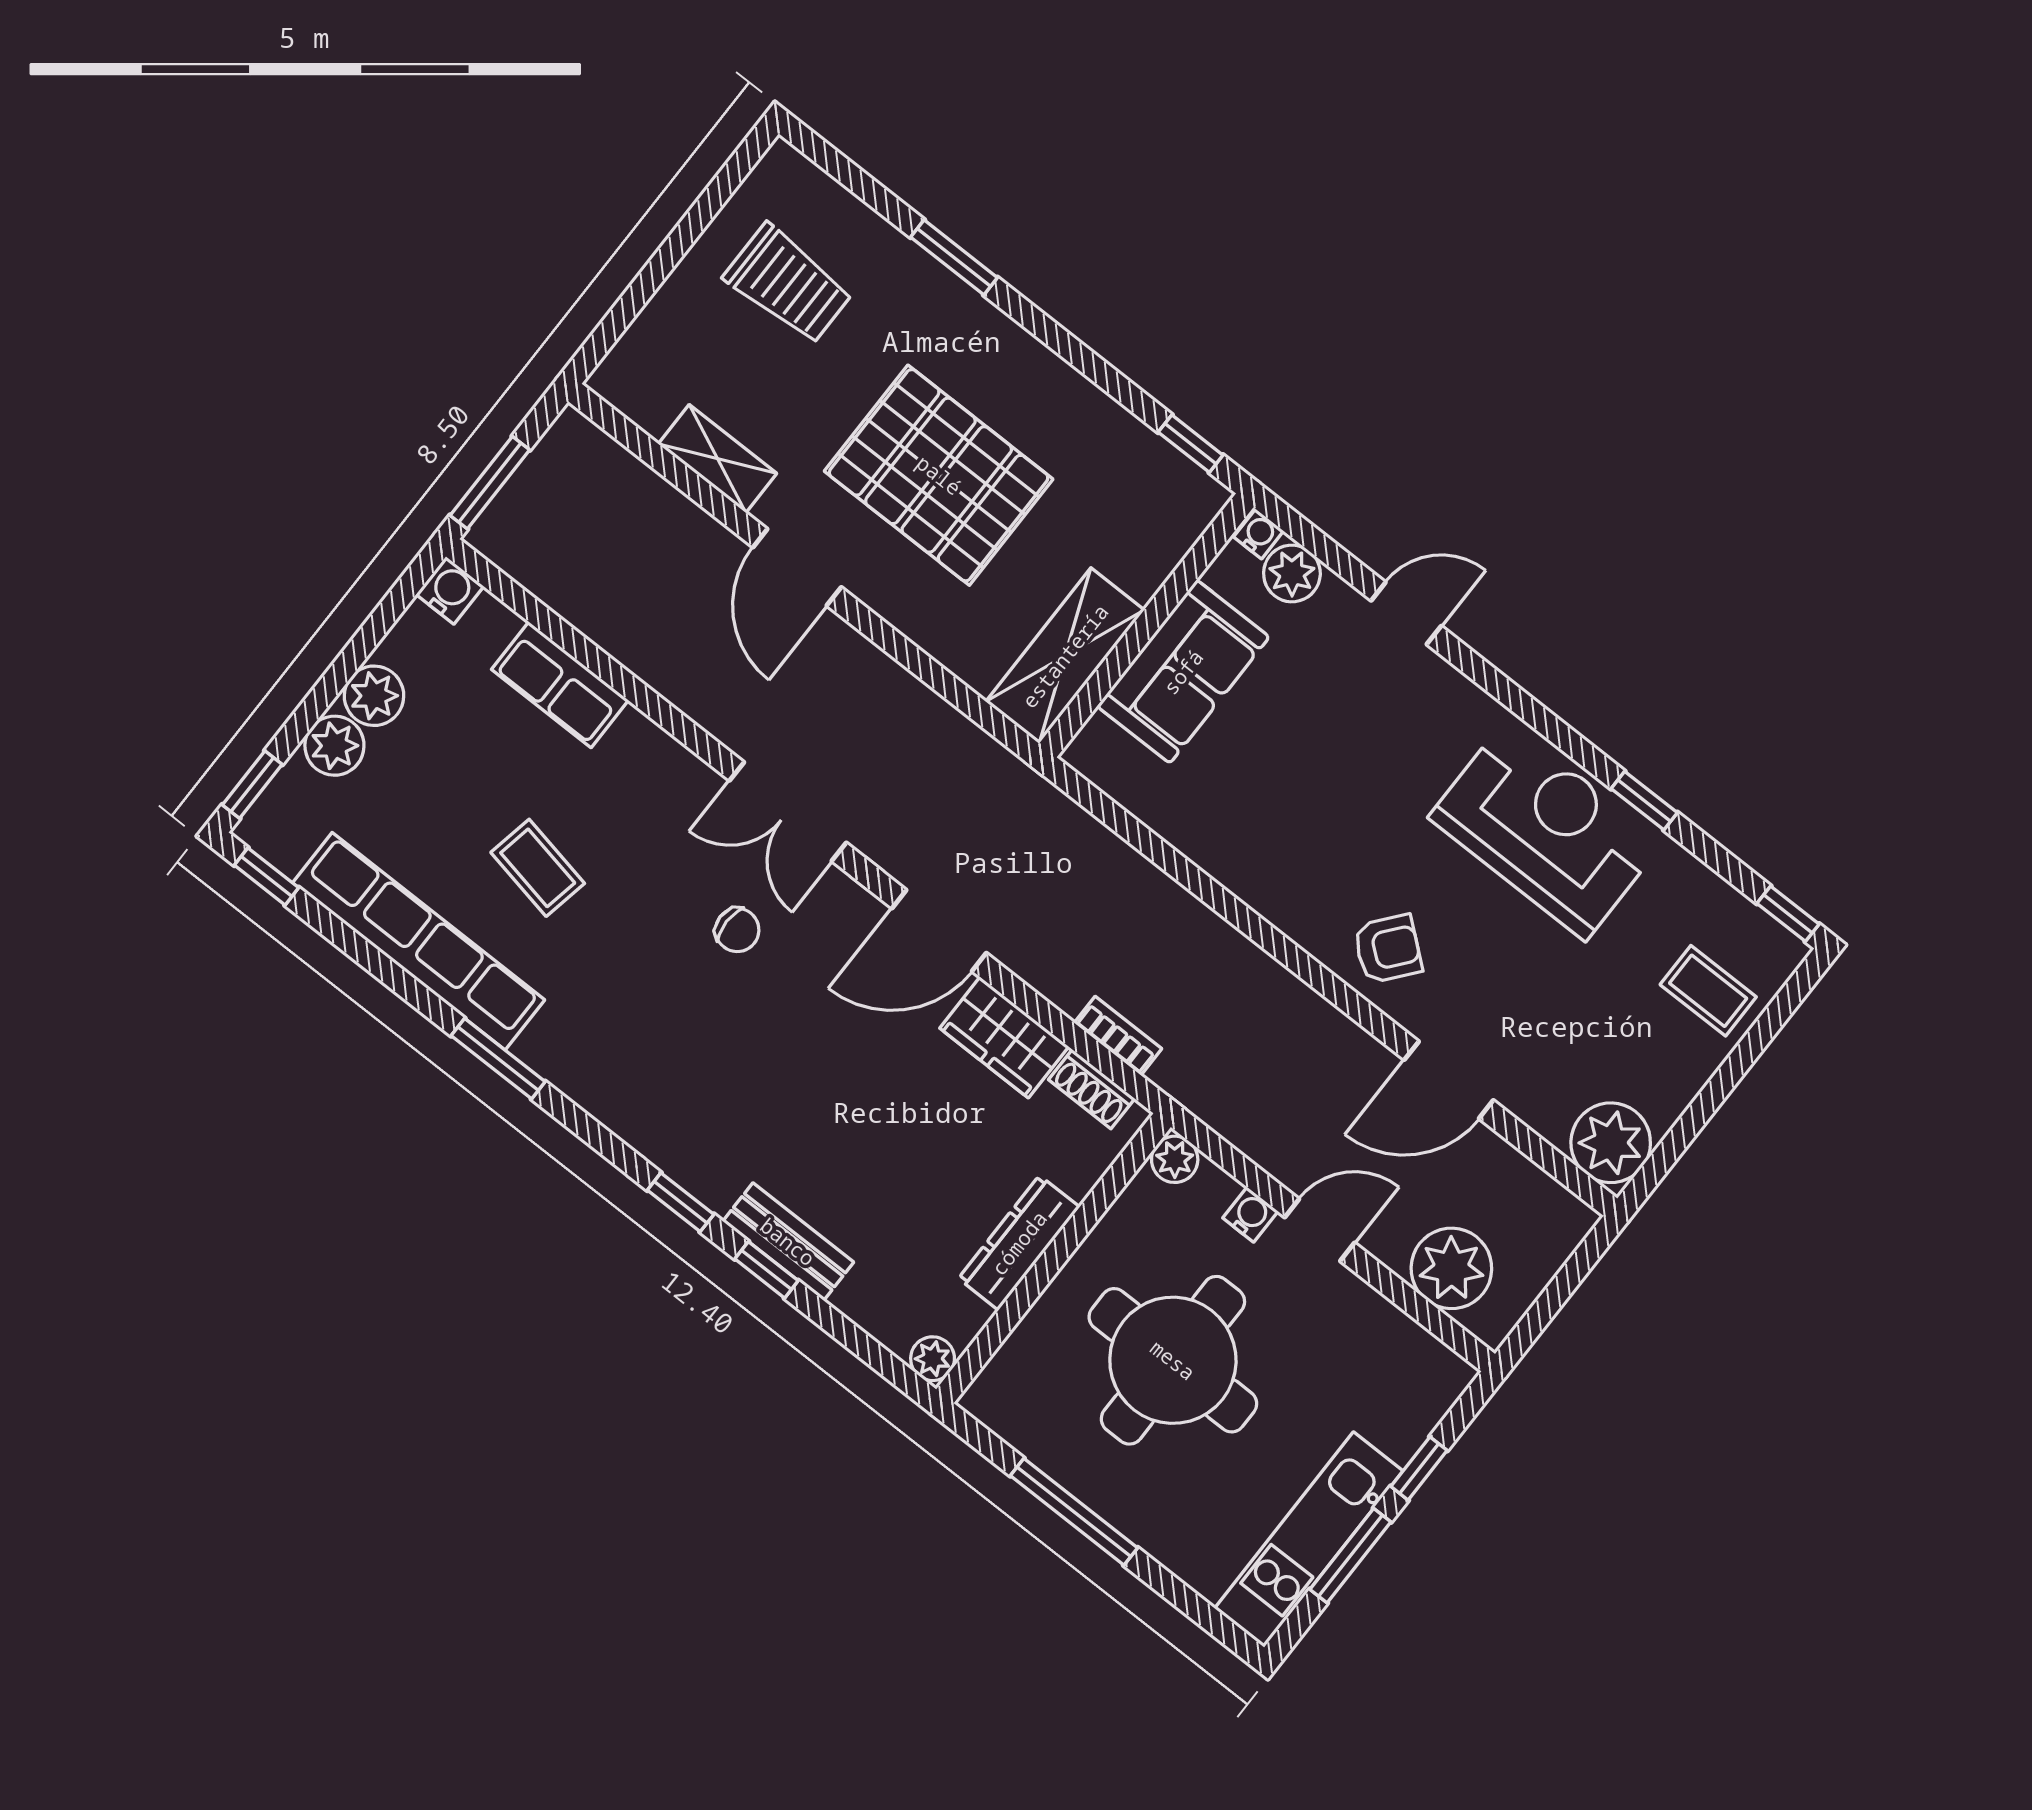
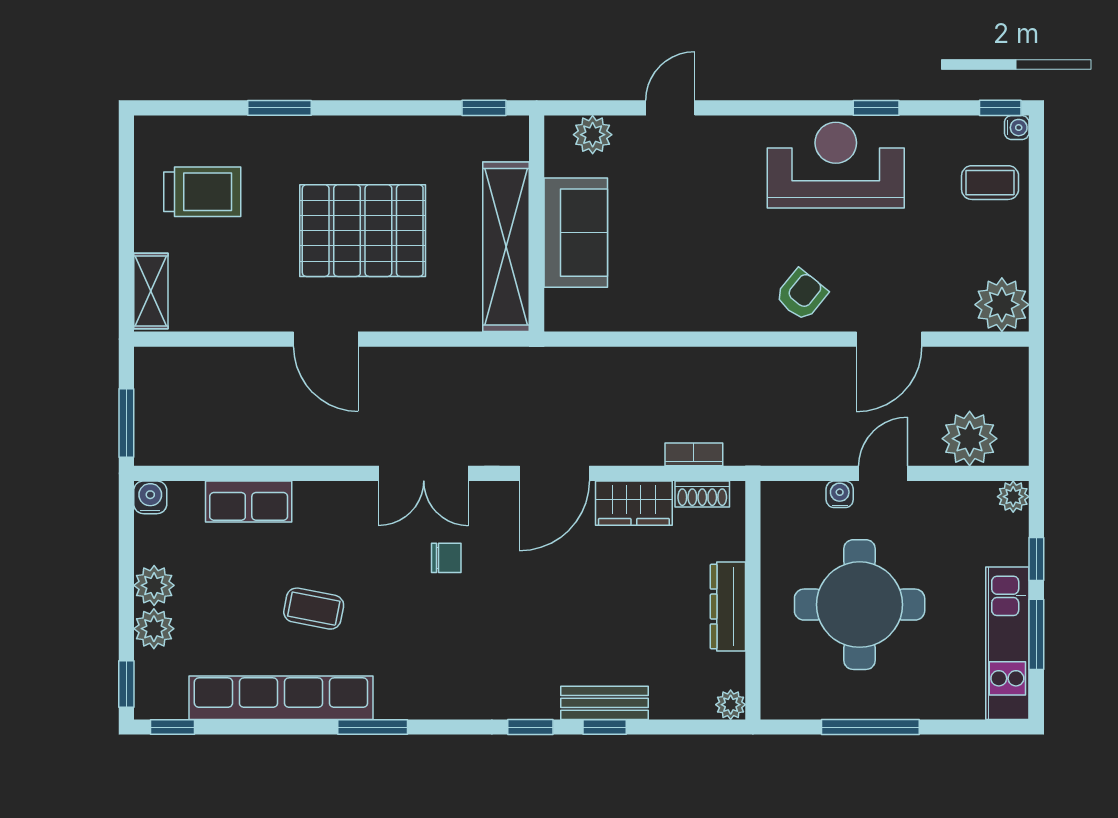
shelving: (717, 459) -> (151, 291), moved, turned 90
water cooler: (1259, 534) -> (1017, 128), moved, turned 90
shelving: (1065, 656) -> (506, 247), width x1.47
plant: (1175, 1159) -> (1013, 497), moved

